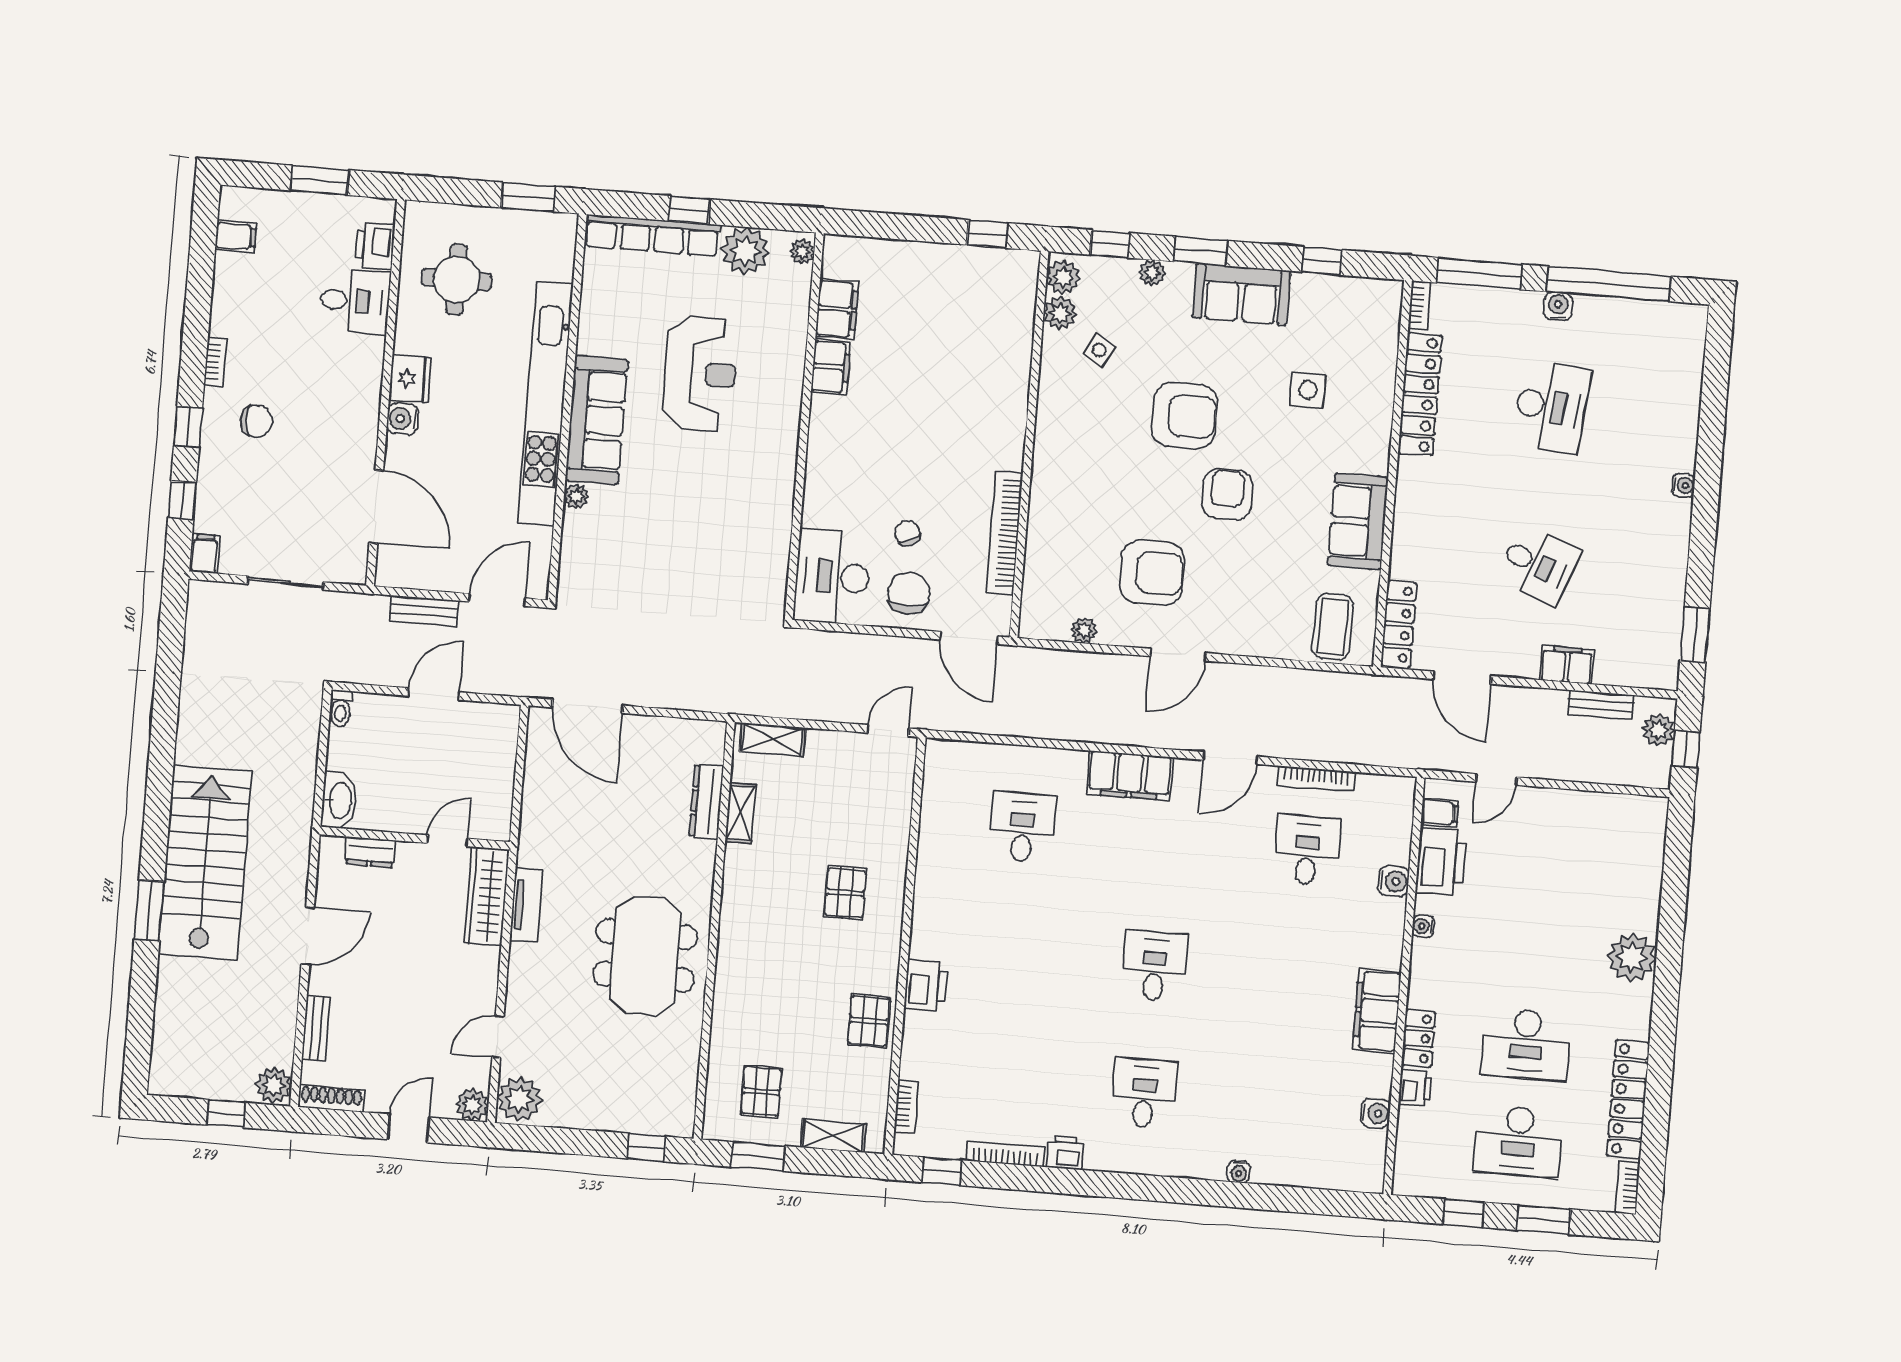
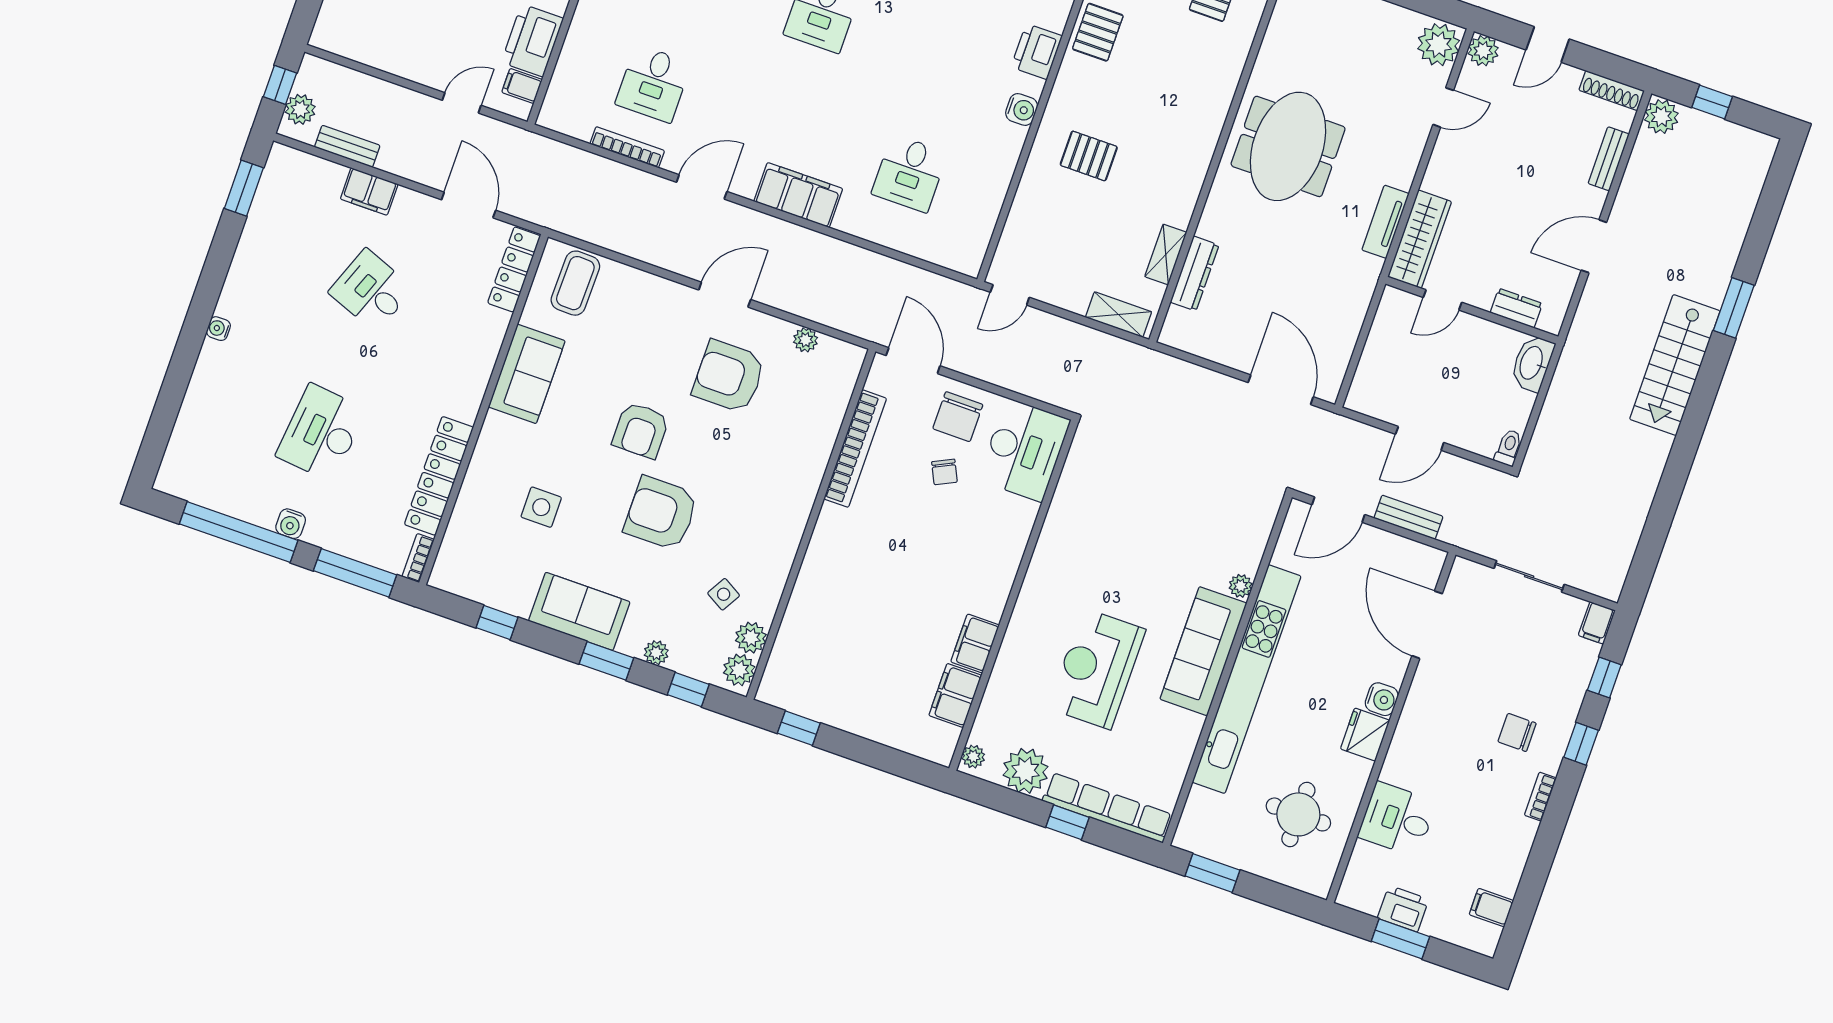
printer: (375, 246) -> (1403, 909), moved, turned -90
stairs: (205, 863) -> (1675, 365), width x0.73, depth x0.66
water cooler: (1394, 881) -> (1022, 109), moved, turned 180
pallet: (845, 893) -> (1089, 156), turned 90

